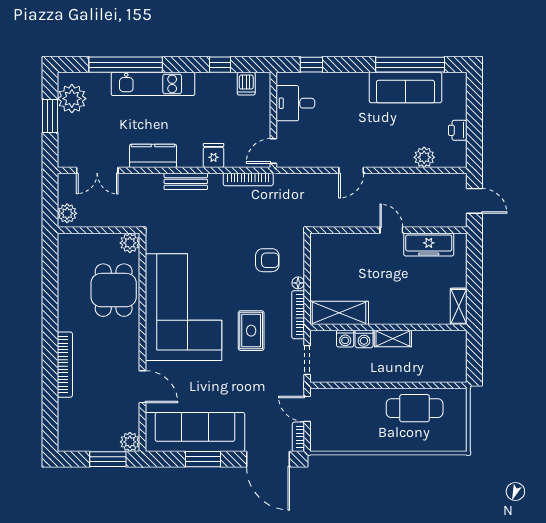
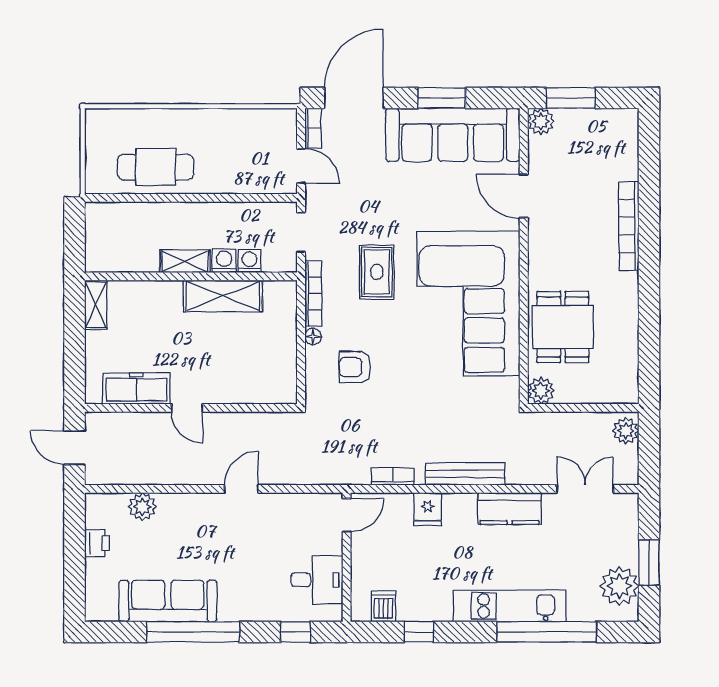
window: (410, 65) -> (193, 632), moved
bookcase: (248, 180) -> (393, 477), width x0.64
bench: (186, 181) -> (465, 474), width x1.36
shelving: (339, 313) -> (223, 296), moved
door: (268, 459) -> (354, 98), hinge flipped

